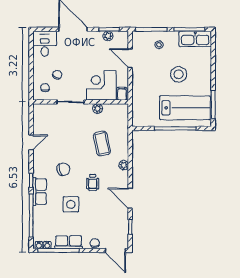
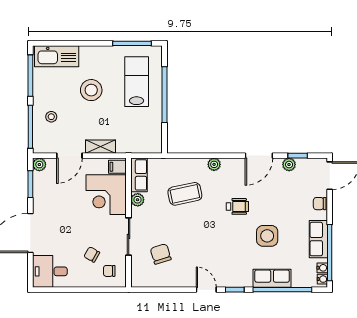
plant: (108, 36) -> (39, 165), moved
kitchen sink: (195, 39) -> (57, 56), moved, turned 90
shelving: (137, 81) -> (100, 147), added
lab bench: (185, 108) -> (137, 82), width x0.73, depth x0.72
row of seats: (116, 110) -> (139, 175), added
door: (31, 142) -> (206, 290), moved
chair: (63, 169) -> (161, 254), moved
row of seats: (40, 192) -> (272, 278), moved
plant: (124, 220) -> (289, 165), added

